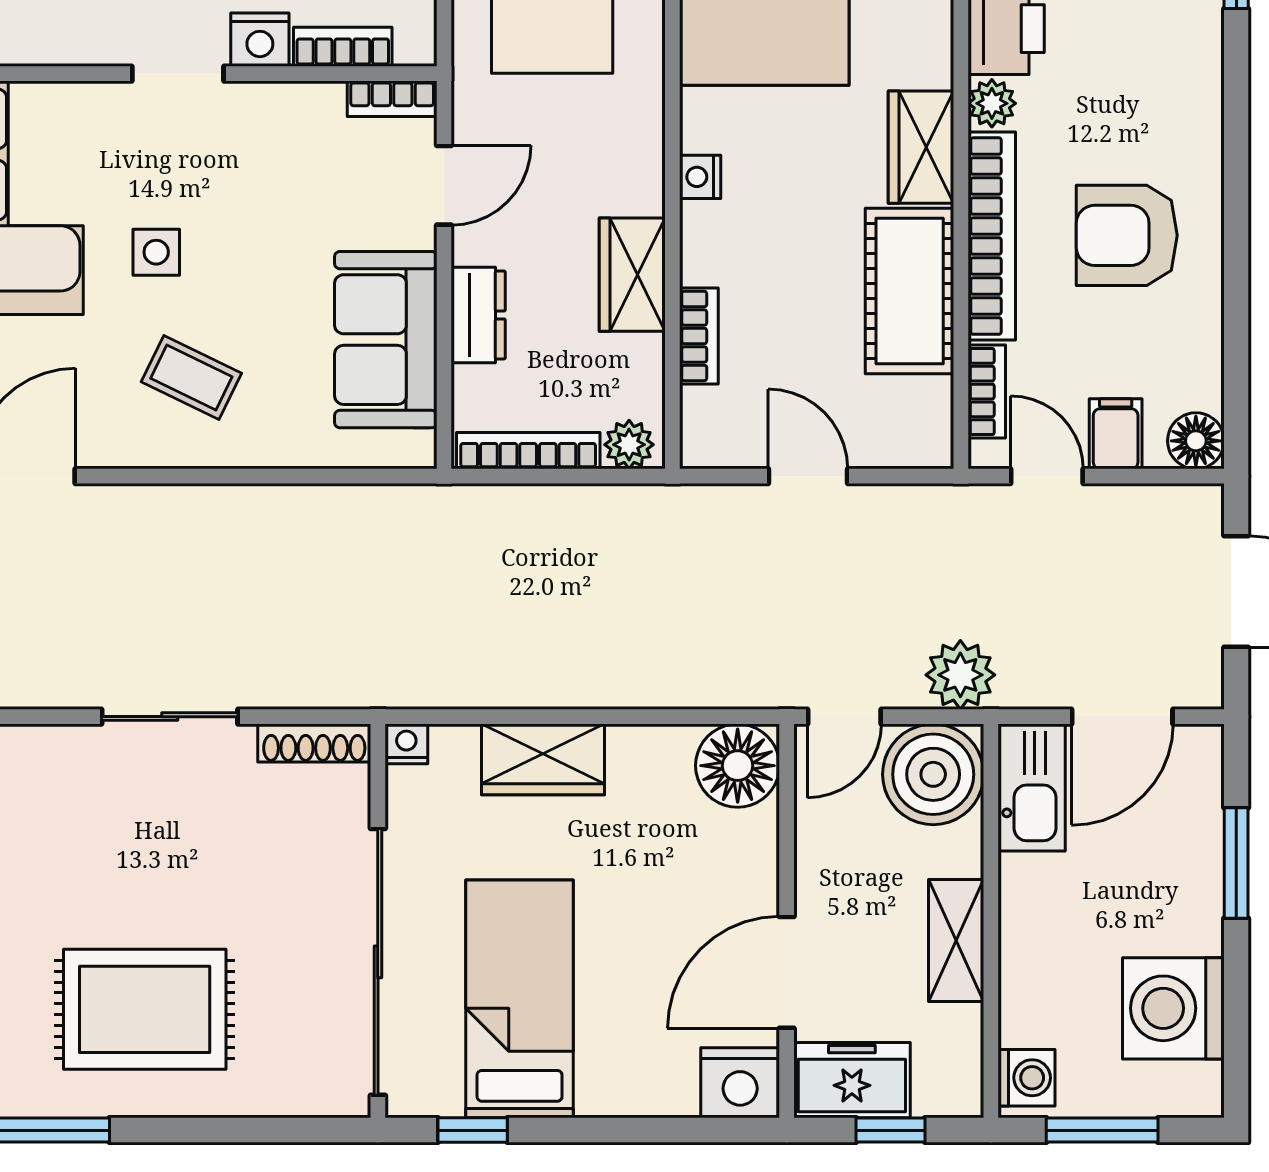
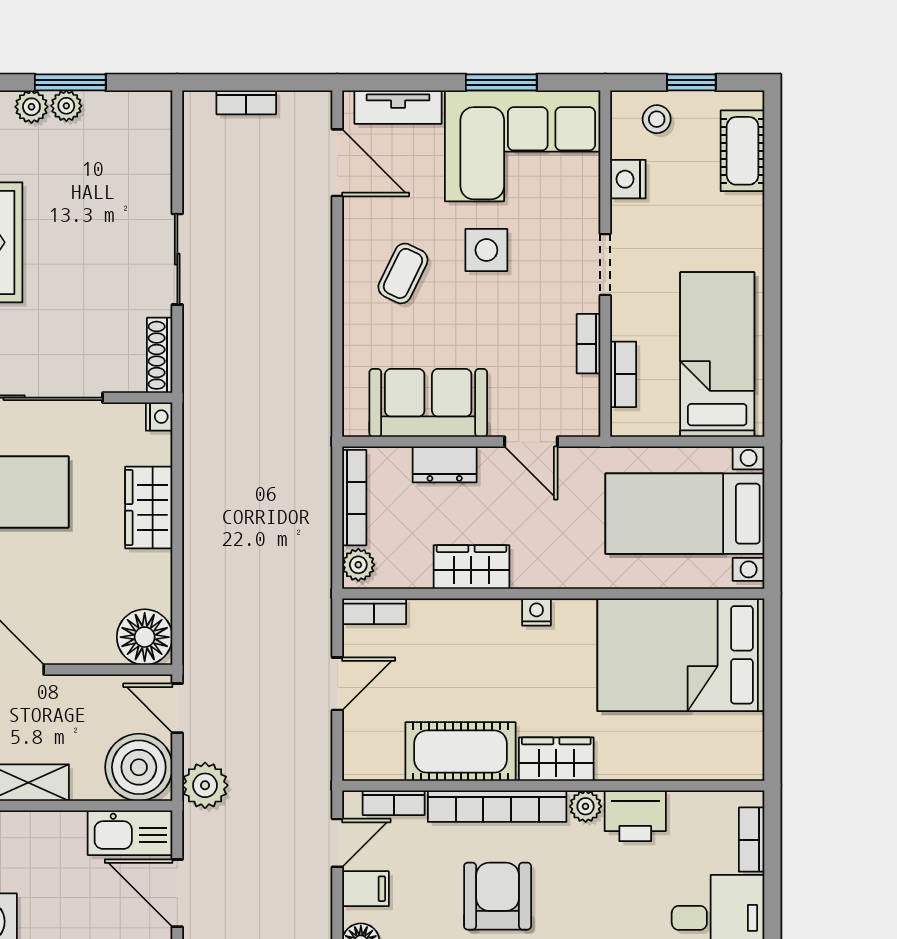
nightstand: (260, 40) -> (628, 179), moved
bookcase: (392, 99) -> (589, 344), moved
side table: (156, 252) -> (486, 250), width x1.37, depth x1.37
bookcase: (699, 336) -> (374, 611), moved

